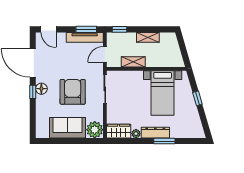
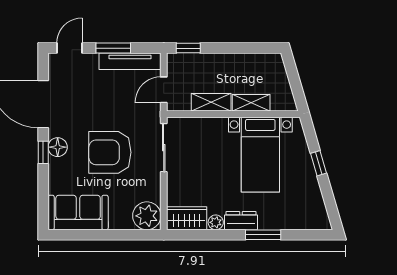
door: (48, 29) -> (69, 48), swing flipped
window: (86, 29) -> (113, 48), moved
shelving: (148, 37) -> (251, 103), moved
armchair: (73, 92) -> (110, 152), turned -90
sofa: (67, 128) -> (78, 212), moved
dresser: (155, 133) -> (241, 221), width x0.70

